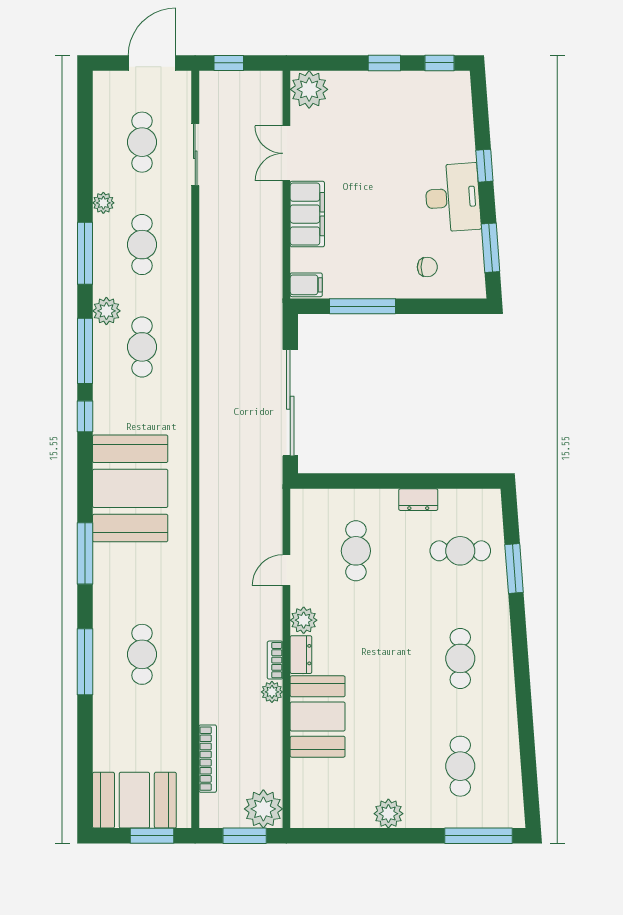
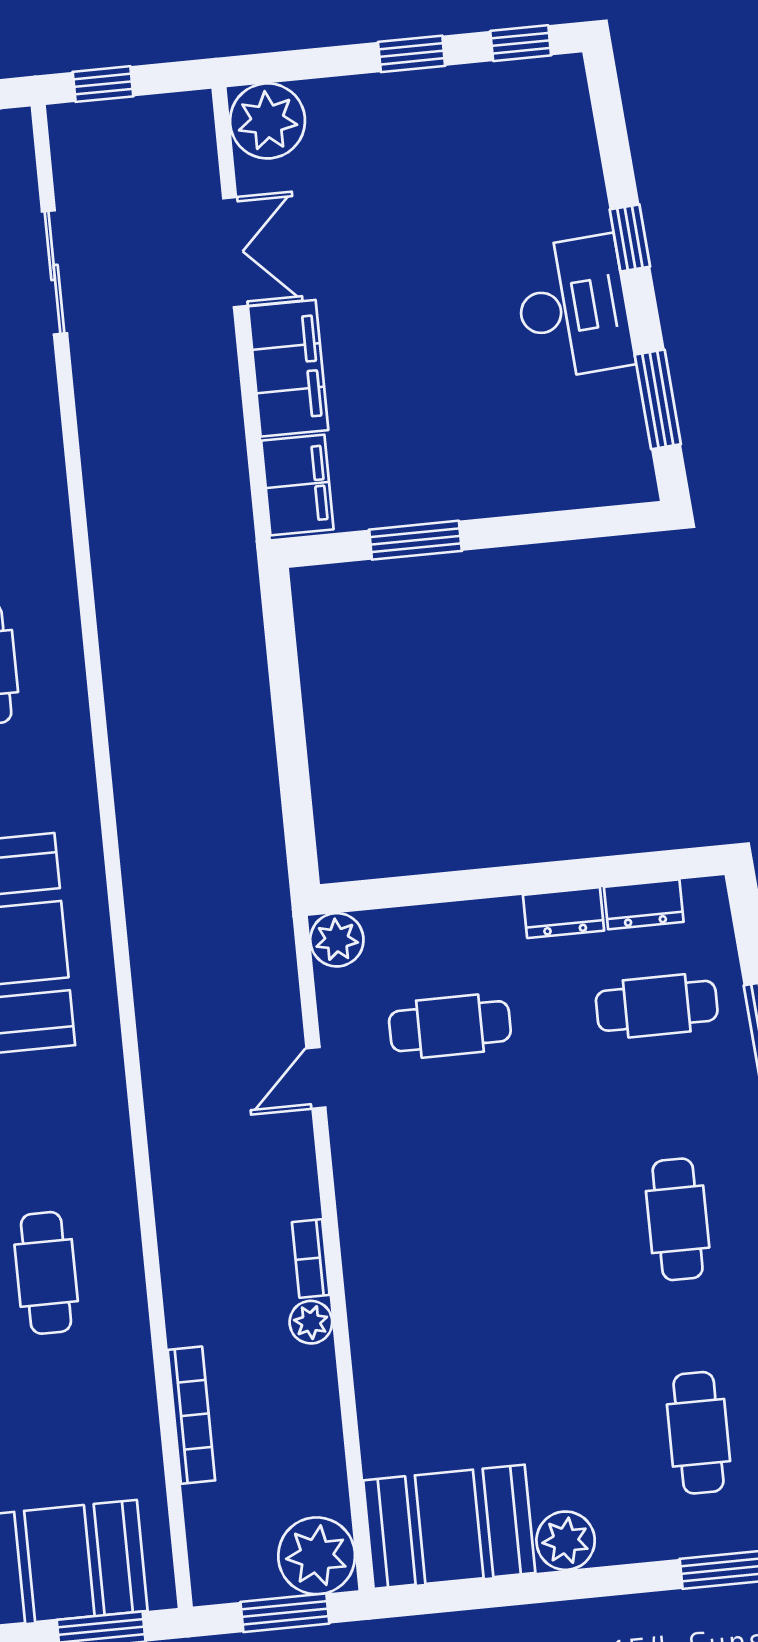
double door: (286, 153) -> (235, 252), swing flipped
chair: (427, 267) -> (536, 450), removed
filing cabinet: (306, 285) -> (297, 485), width x2.00
window: (363, 306) -> (415, 540), width x0.69
sliding door: (290, 403) -> (291, 745), removed
cafe table: (356, 551) -> (450, 1026), turned 90
plant: (304, 620) -> (337, 940), moved
dresser: (301, 655) -> (644, 904), moved, turned 90
booth: (318, 716) -> (449, 1527), moved, turned 90
bookcase: (208, 759) -> (191, 1415), moved

